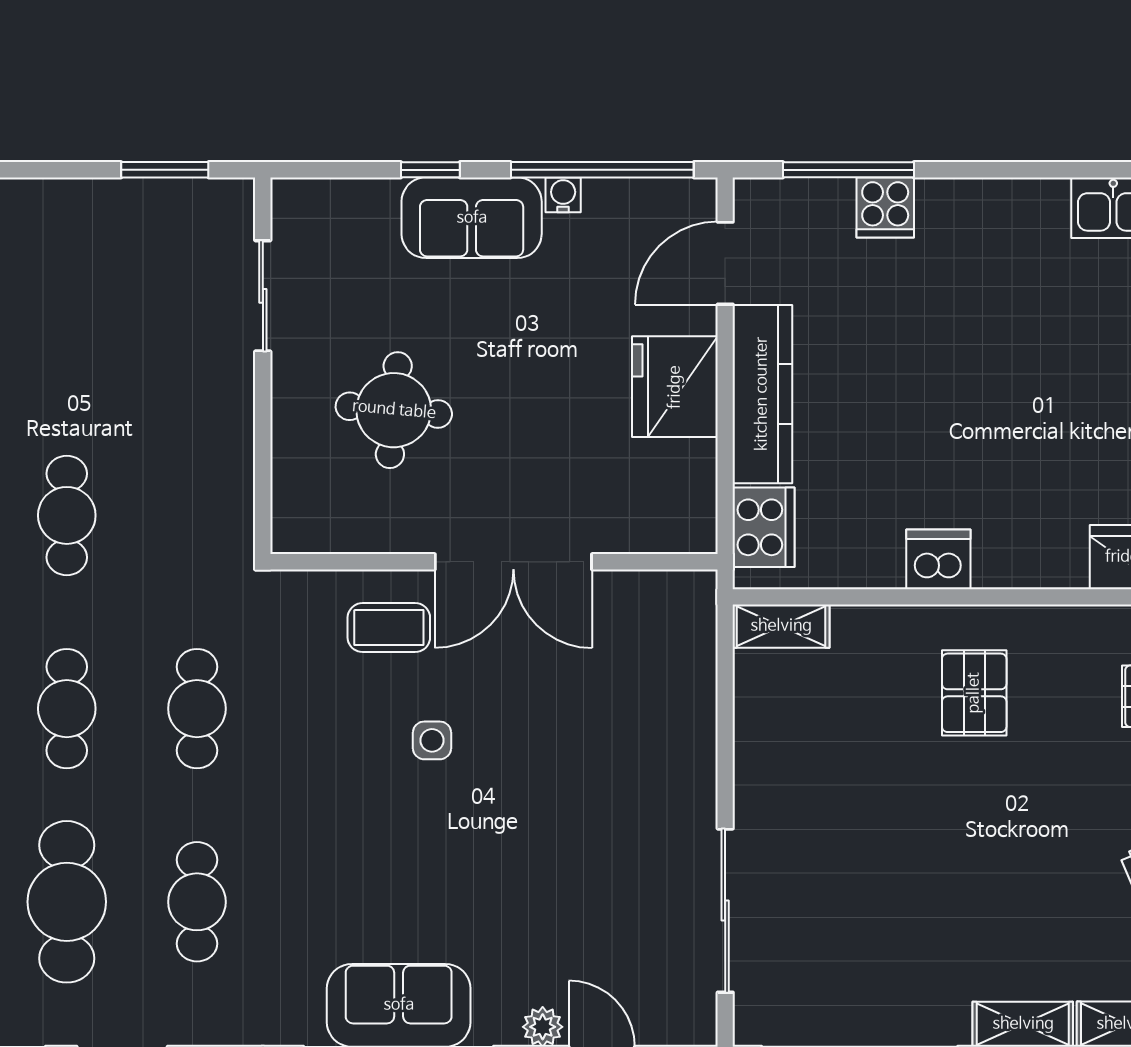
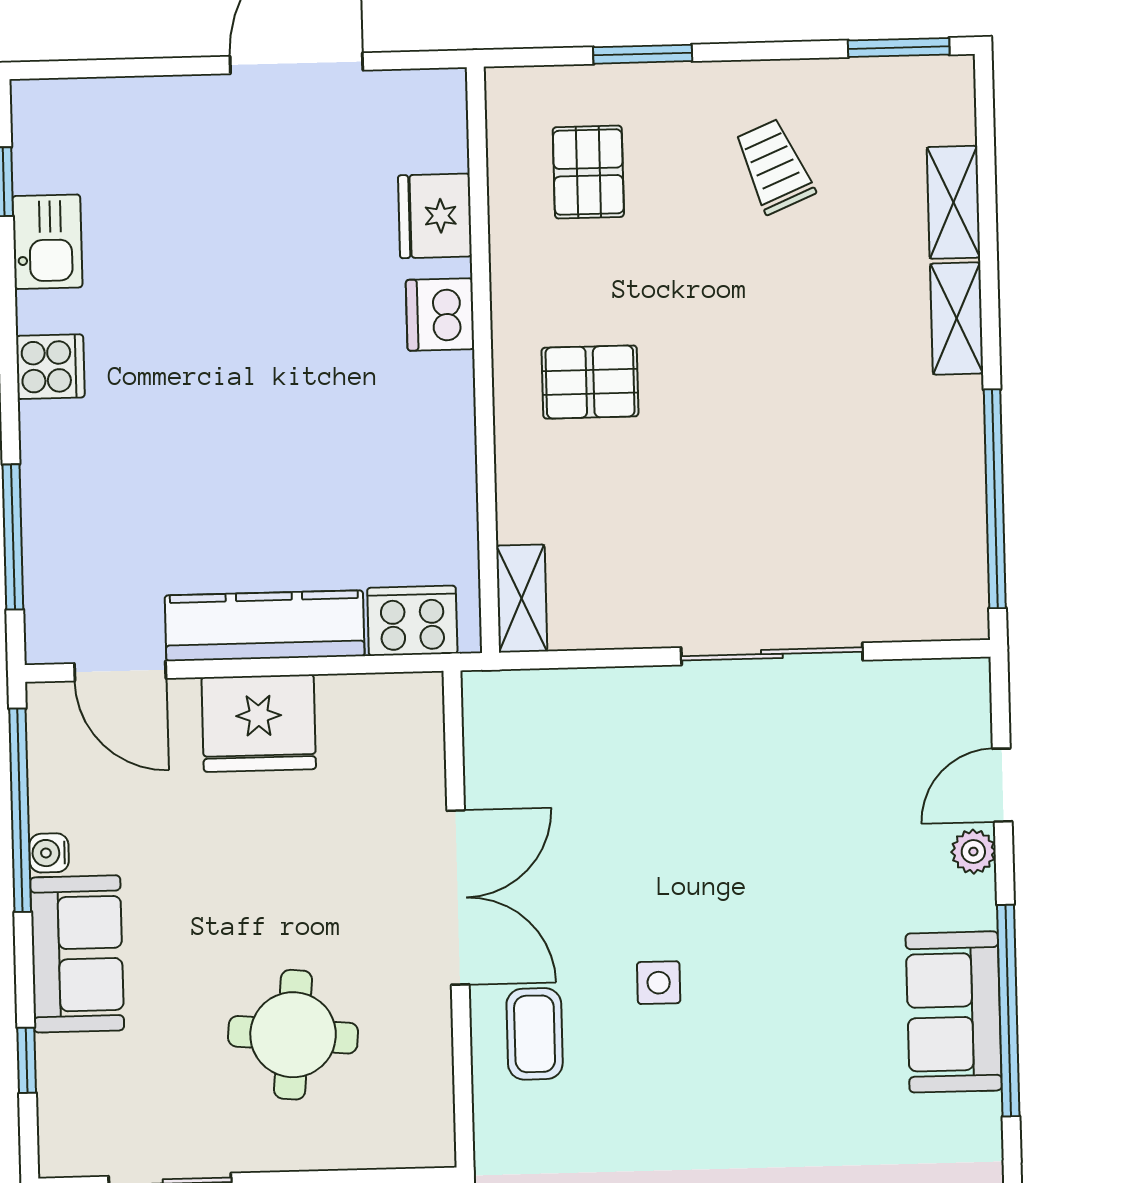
window: (430, 170) -> (27, 1060), moved
cooker: (885, 207) -> (50, 367), moved
dishwasher: (938, 559) -> (440, 314), moved
sliding door: (725, 911) -> (772, 654), moved

